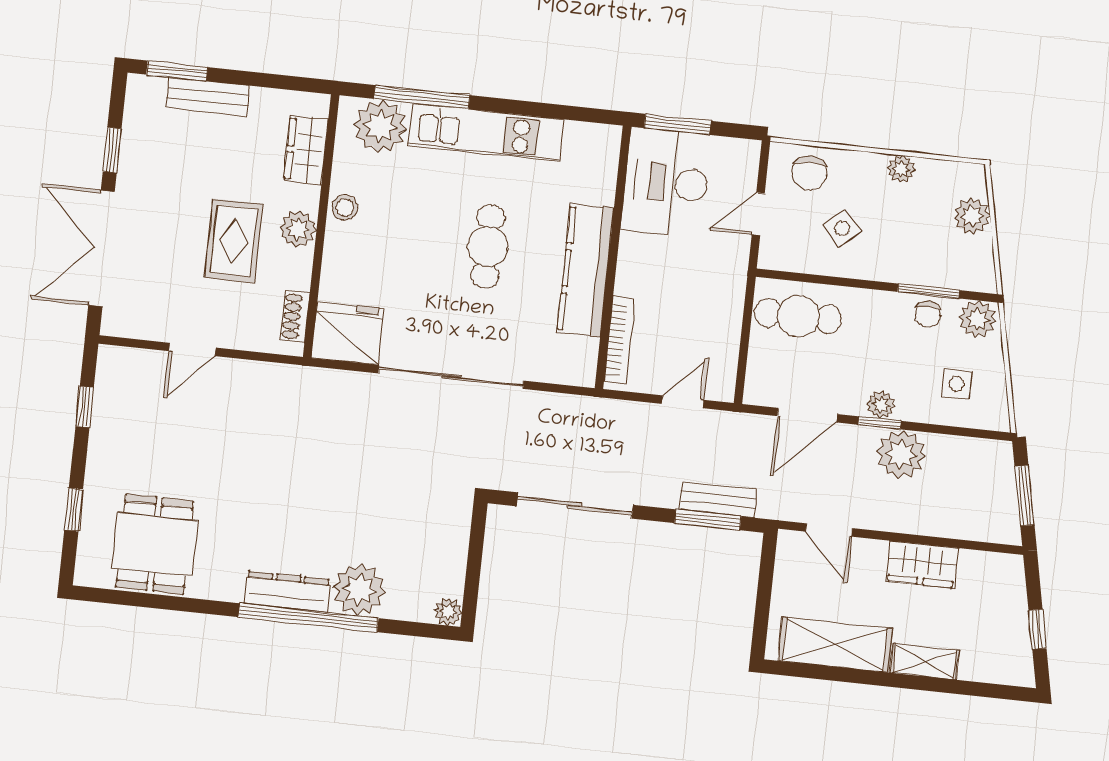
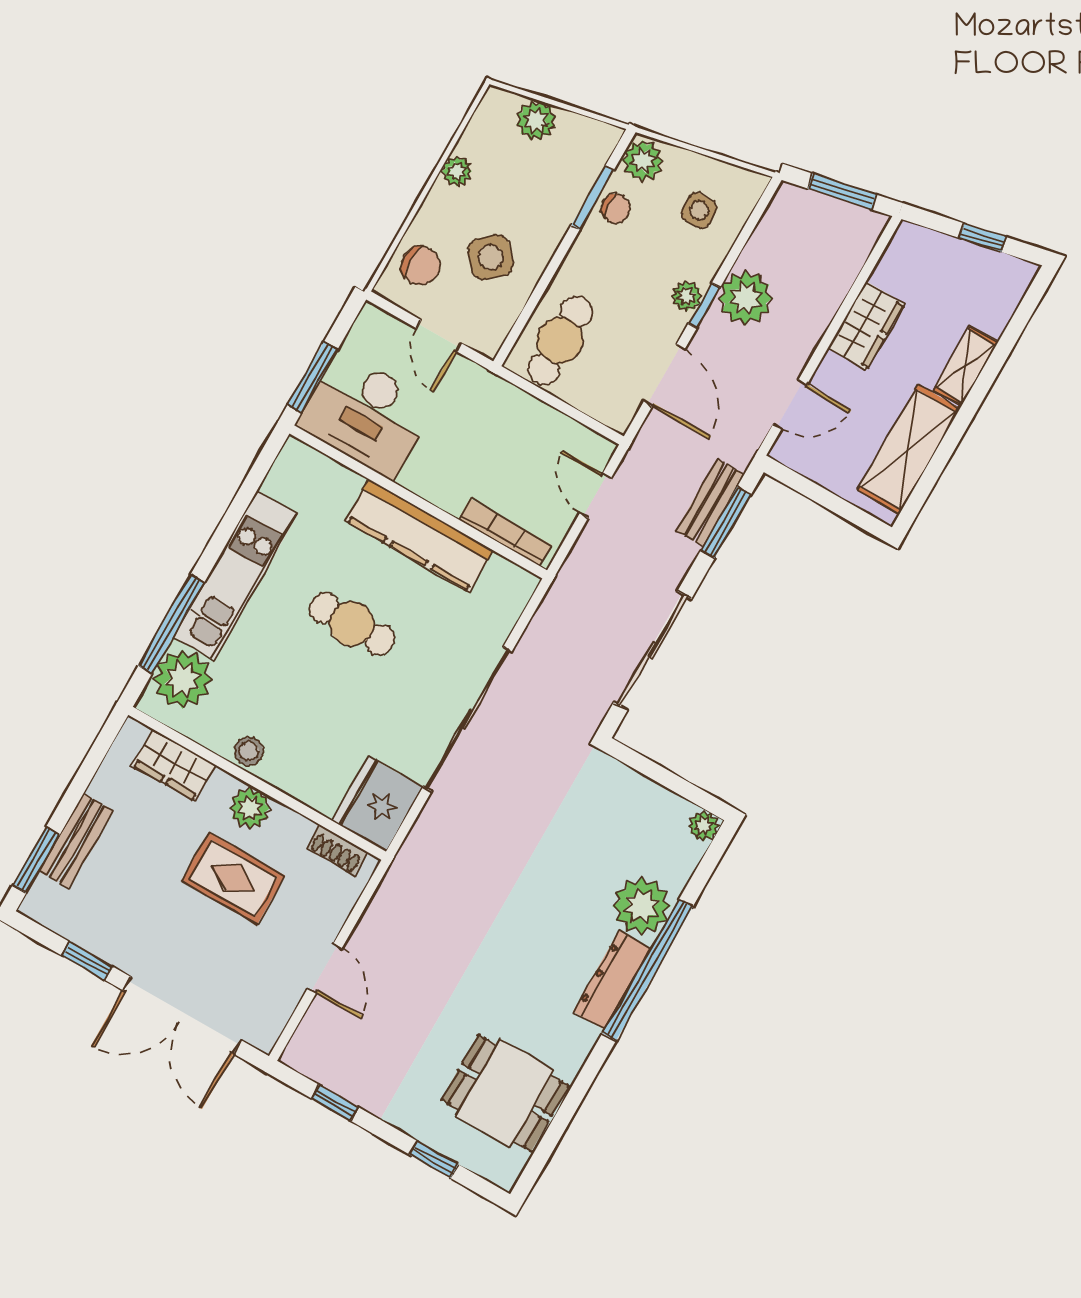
side table: (842, 228) -> (491, 257), width x1.37, depth x1.37

